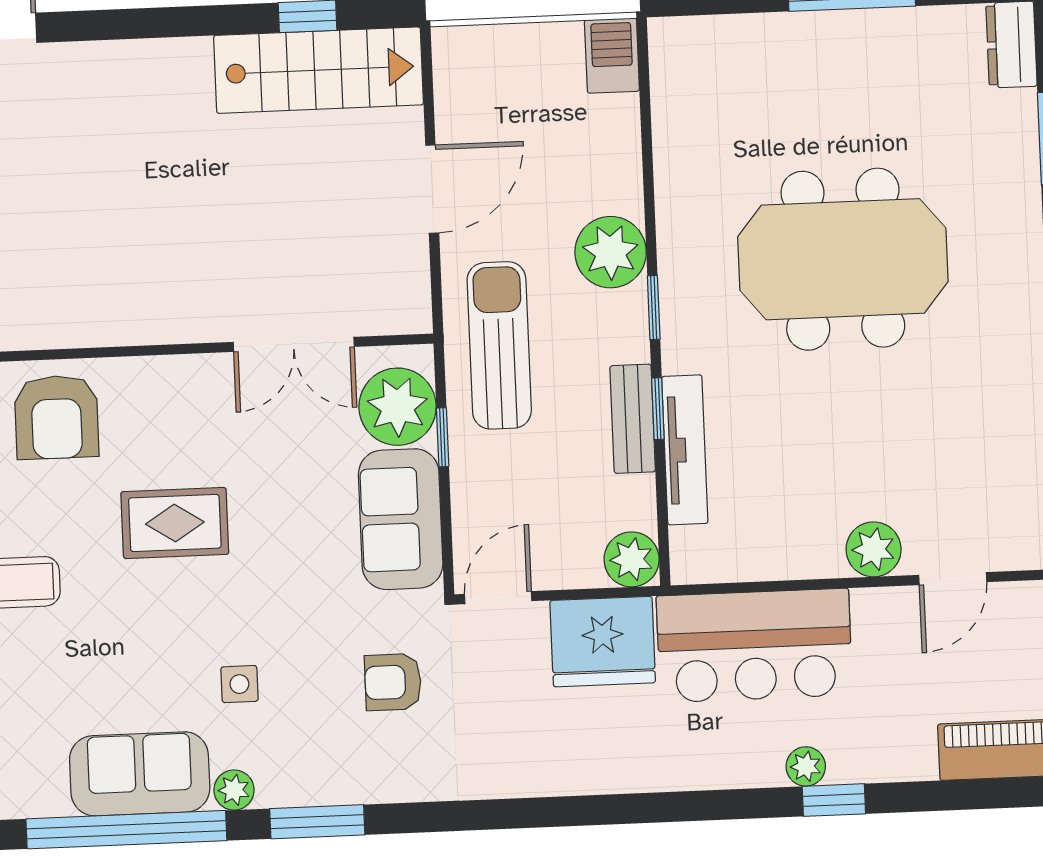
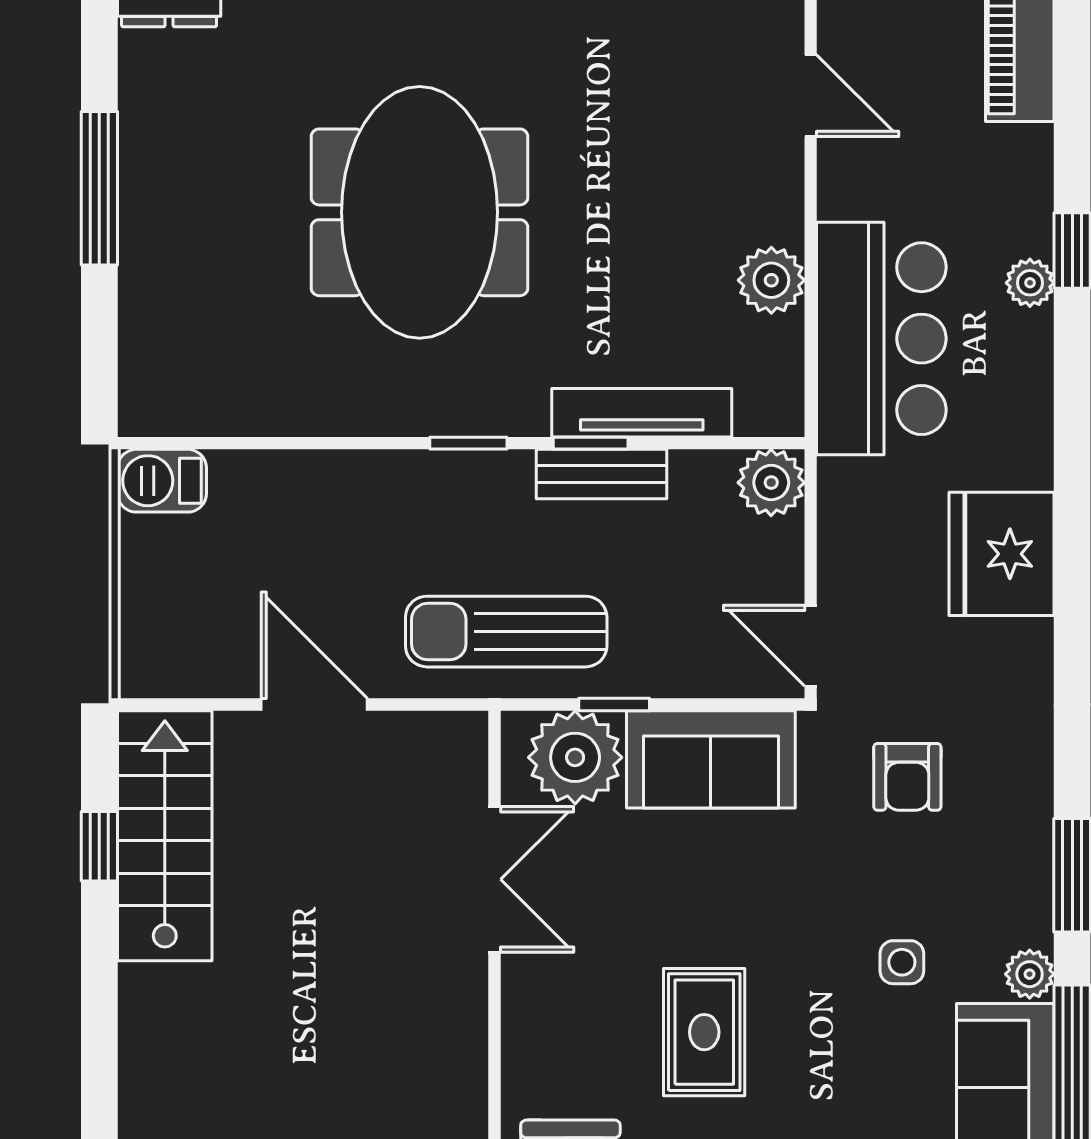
plant: (611, 252) -> (399, 492), removed
plant: (874, 549) -> (771, 280), moved
fridge: (603, 642) -> (1002, 554), moved, turned 180

